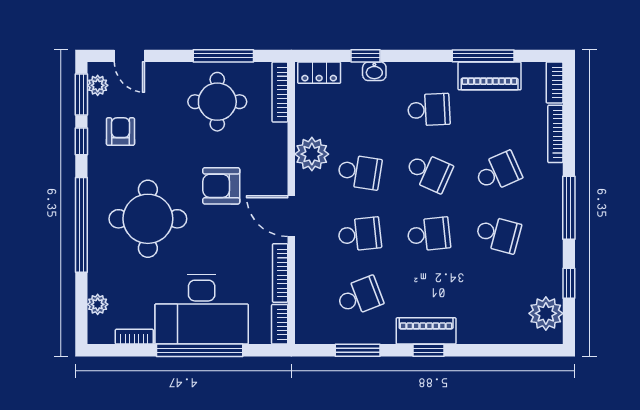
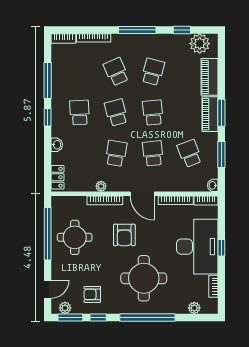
window: (223, 56) -> (48, 234), width x1.46
window: (365, 56) -> (48, 117), moved
piano: (490, 76) -> (209, 77), moved, turned 180
bookcase: (280, 92) -> (105, 200), moved
plant: (312, 154) -> (101, 186), width x0.53, depth x0.53
school desk: (429, 172) -> (116, 113), turned -39
door: (291, 216) -> (142, 194), hinge flipped
washbasin: (305, 336) -> (213, 185), added
window: (200, 350) -> (221, 248), width x0.32
window: (428, 350) -> (221, 113), width x1.50

